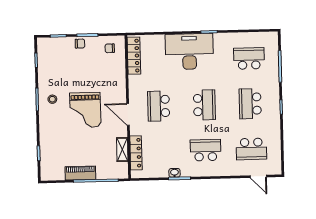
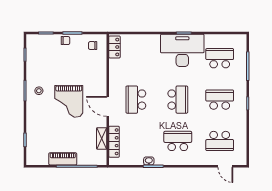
desk: (189, 51) -> (182, 50), moved
locker: (134, 56) -> (114, 47), width x0.66
school desk: (250, 104) -> (220, 100), turned 90

